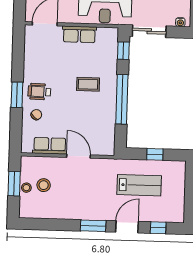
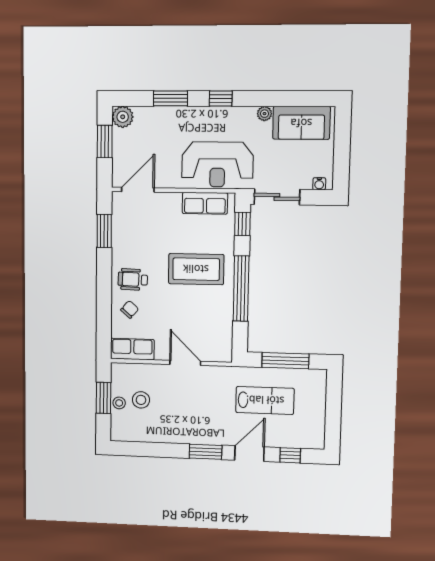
row of seats: (79, 34) -> (205, 203), moved
coffee table: (88, 84) -> (196, 269), width x1.86, depth x1.72
window: (17, 95) -> (104, 231), moved
row of seats: (50, 146) -> (132, 349), moved
window: (155, 154) -> (285, 361), width x2.17

